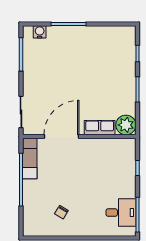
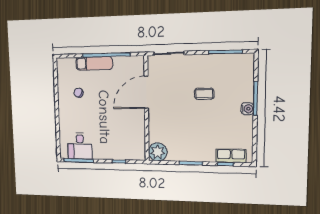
water cooler: (40, 32) -> (247, 109), moved
coffee table: (63, 76) -> (204, 94), added
row of seats: (100, 128) -> (231, 156), moved, turned -90
door: (61, 137) -> (146, 92), swing flipped
exam couch: (30, 158) -> (94, 63), moved

